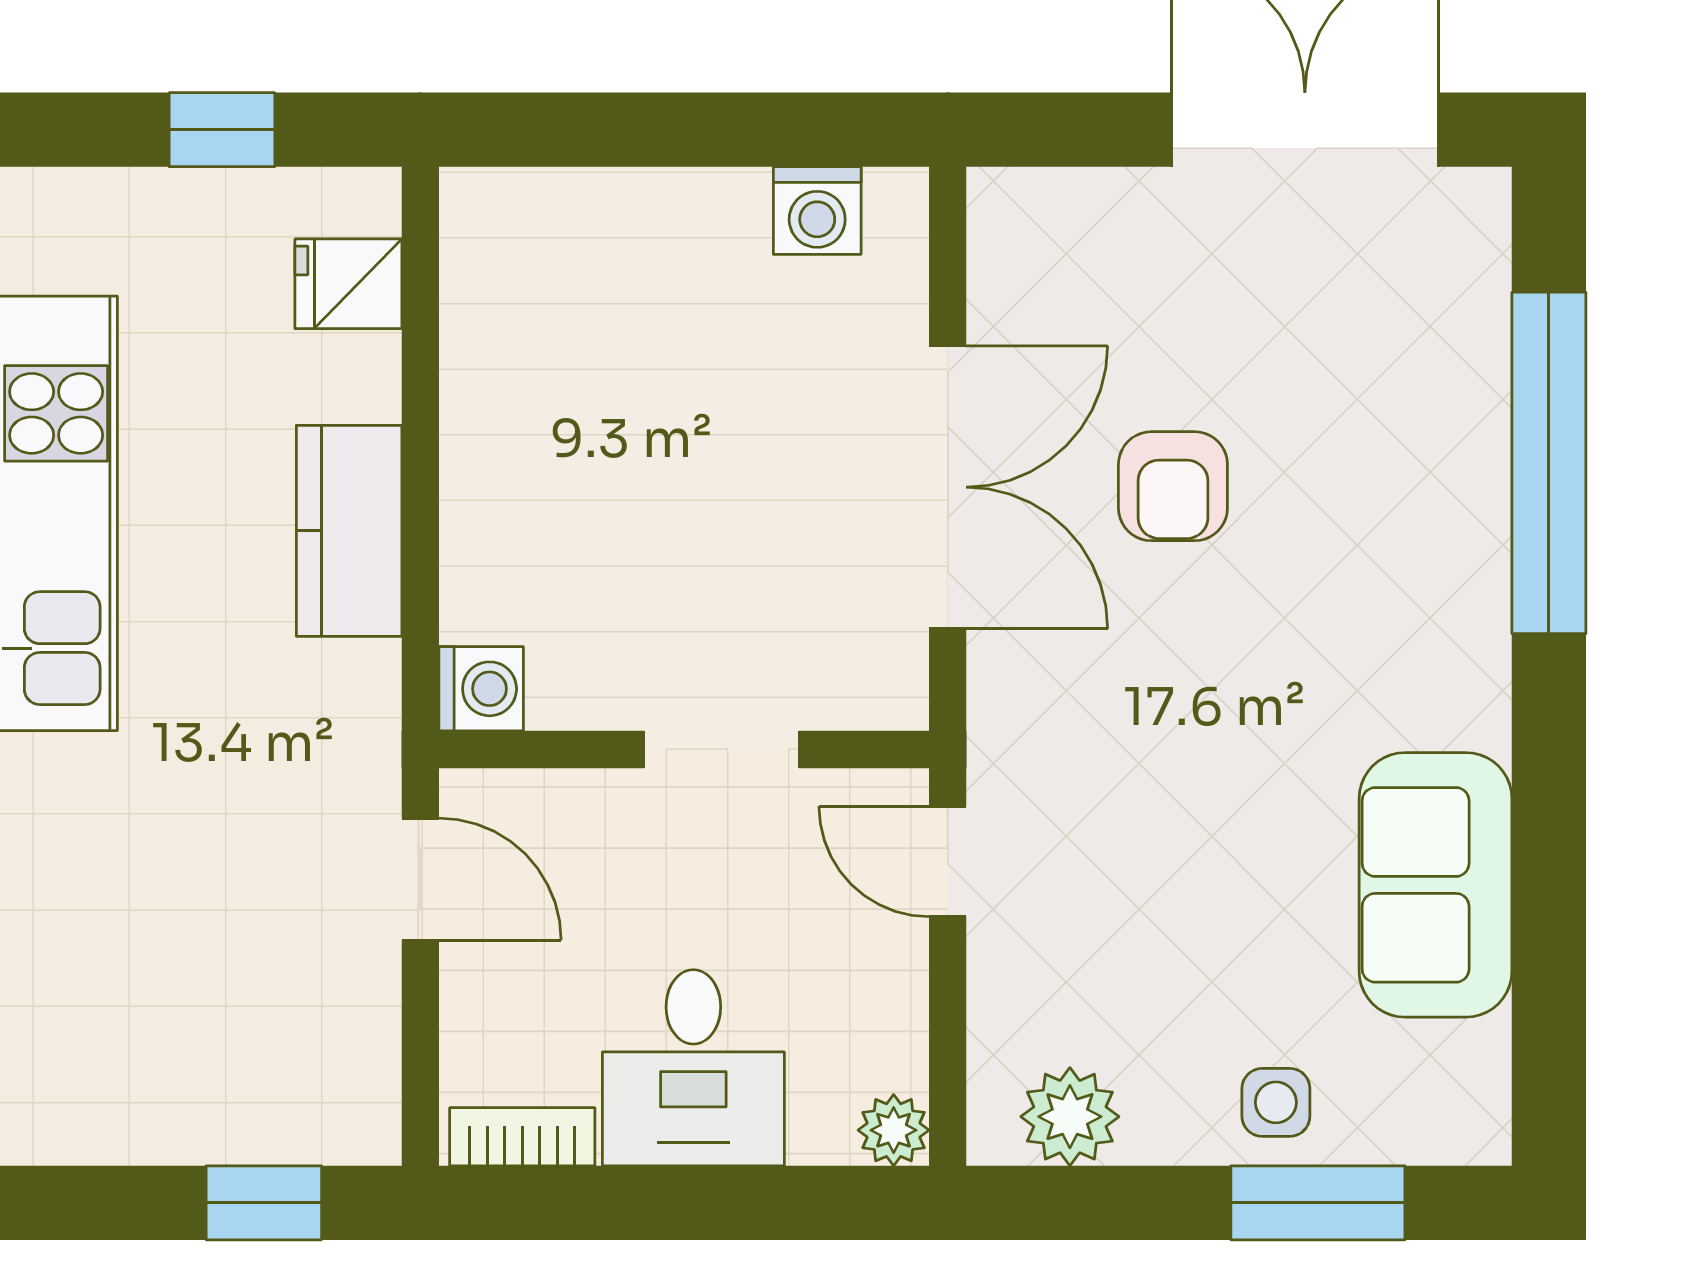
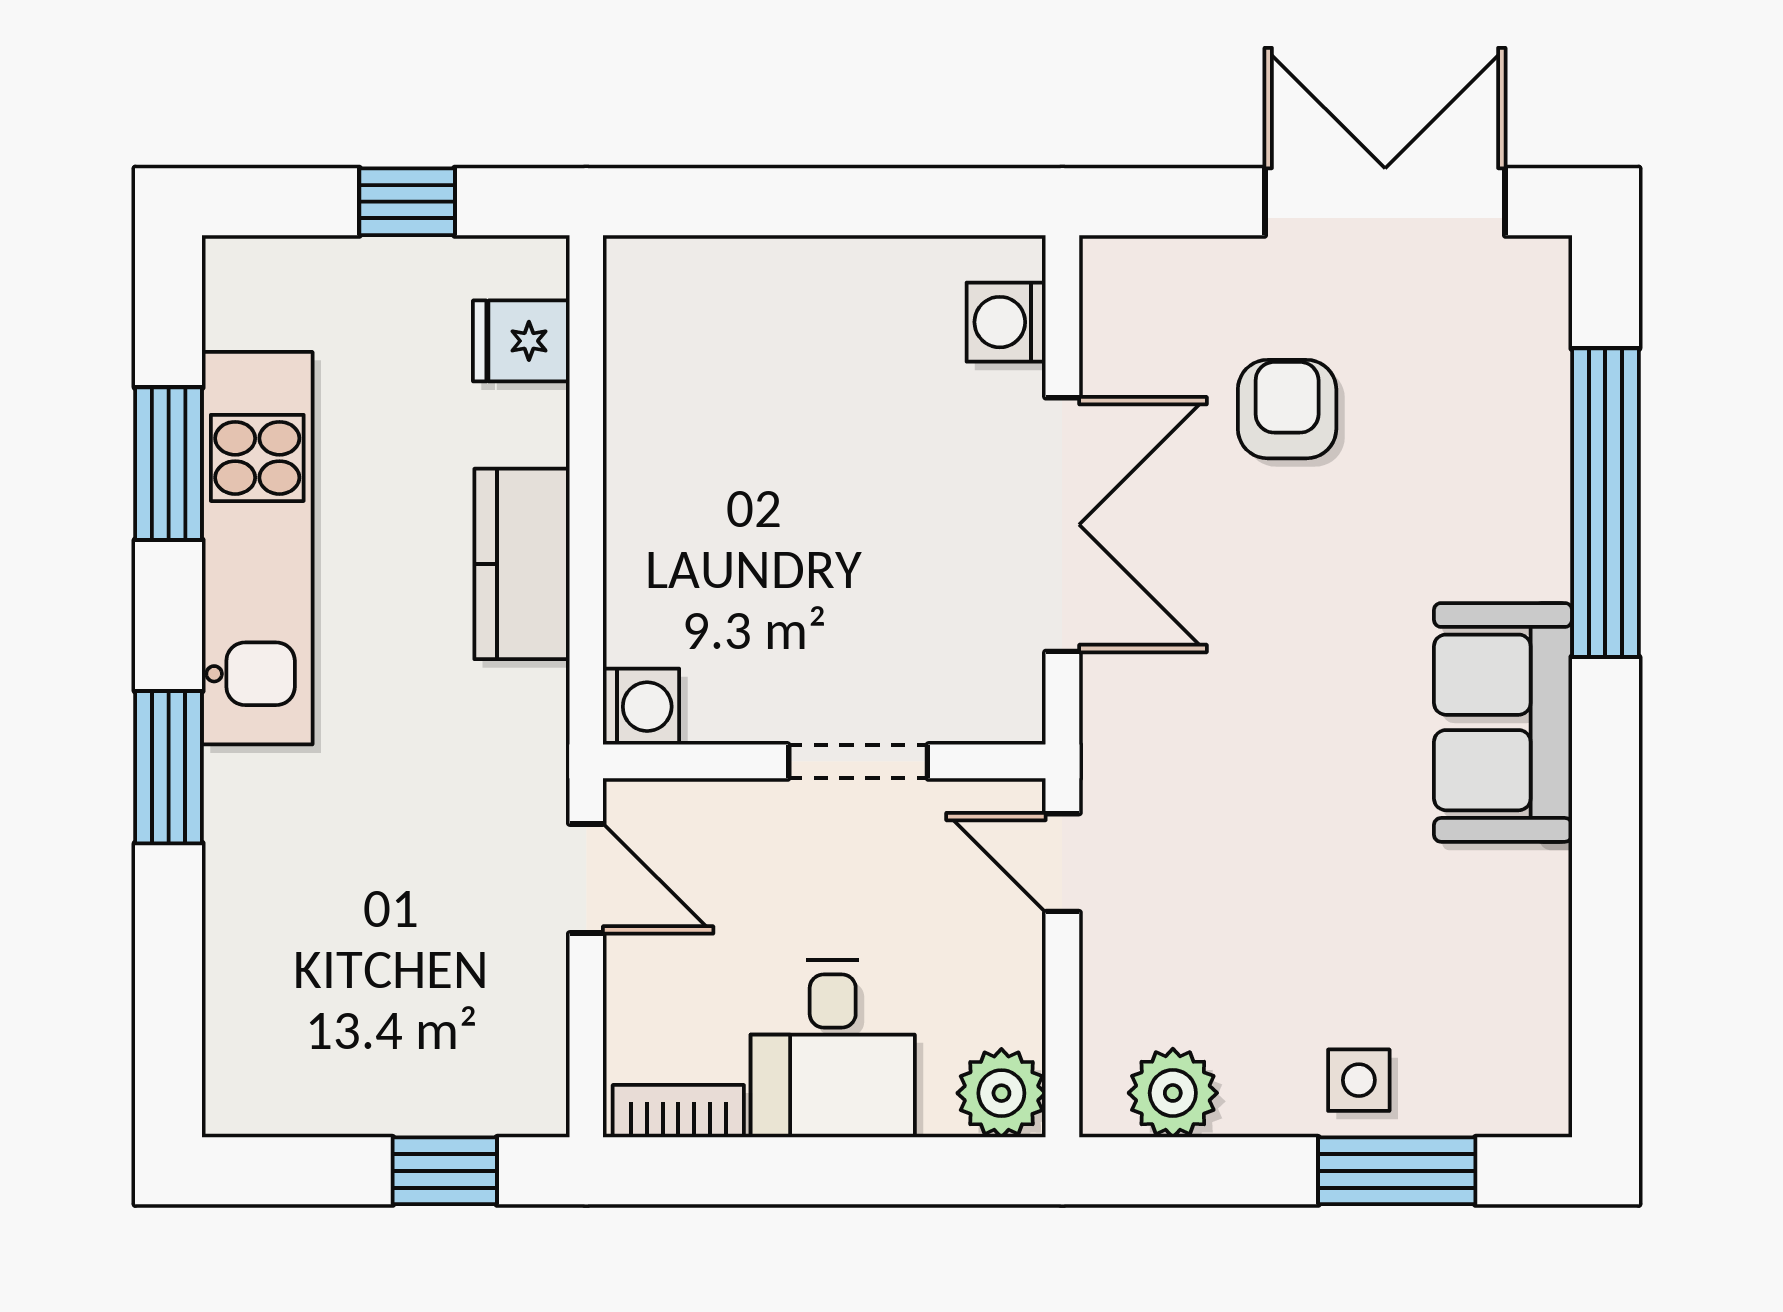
washing machine: (817, 211) -> (1006, 322), moved, turned 90
armchair: (1173, 486) -> (1287, 409), moved, turned 180
sofa: (1435, 885) -> (1503, 722), moved
plant: (894, 1130) -> (1001, 1093), width x1.38, depth x1.38

